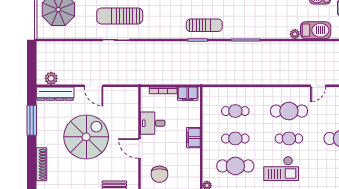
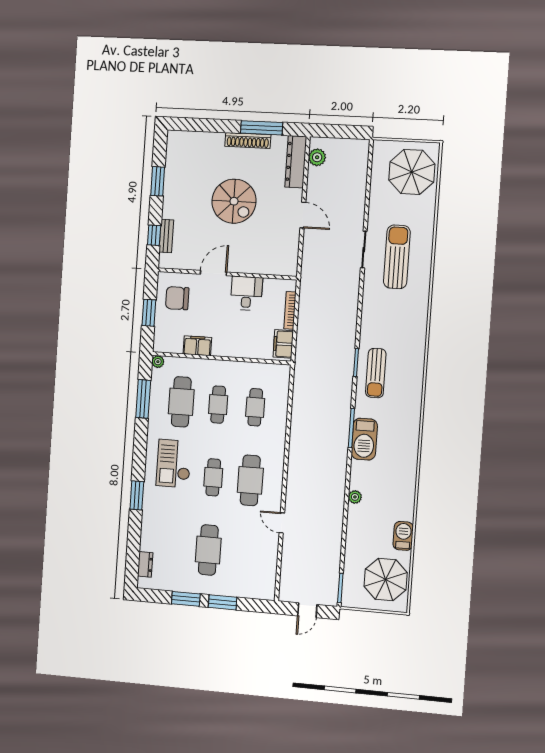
barbecue: (316, 30) -> (364, 439), moved
door: (93, 86) -> (303, 215), swing flipped
spiral stairs: (86, 137) -> (234, 201), width x0.73, depth x0.73
filing cabinet: (193, 138) -> (197, 346), moved
shoe rack: (41, 164) -> (248, 141), moved

